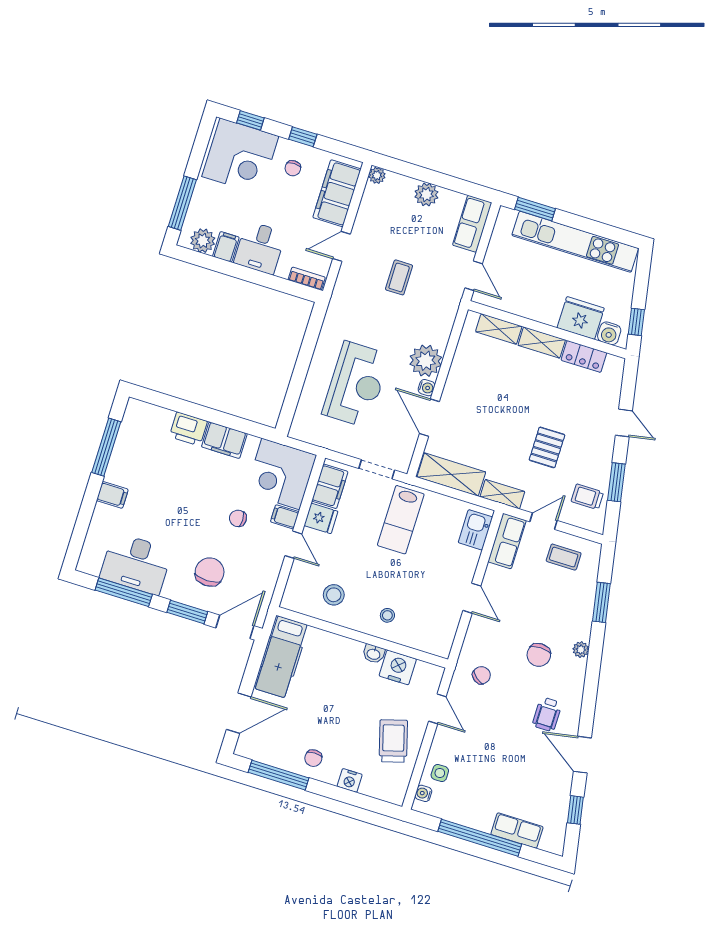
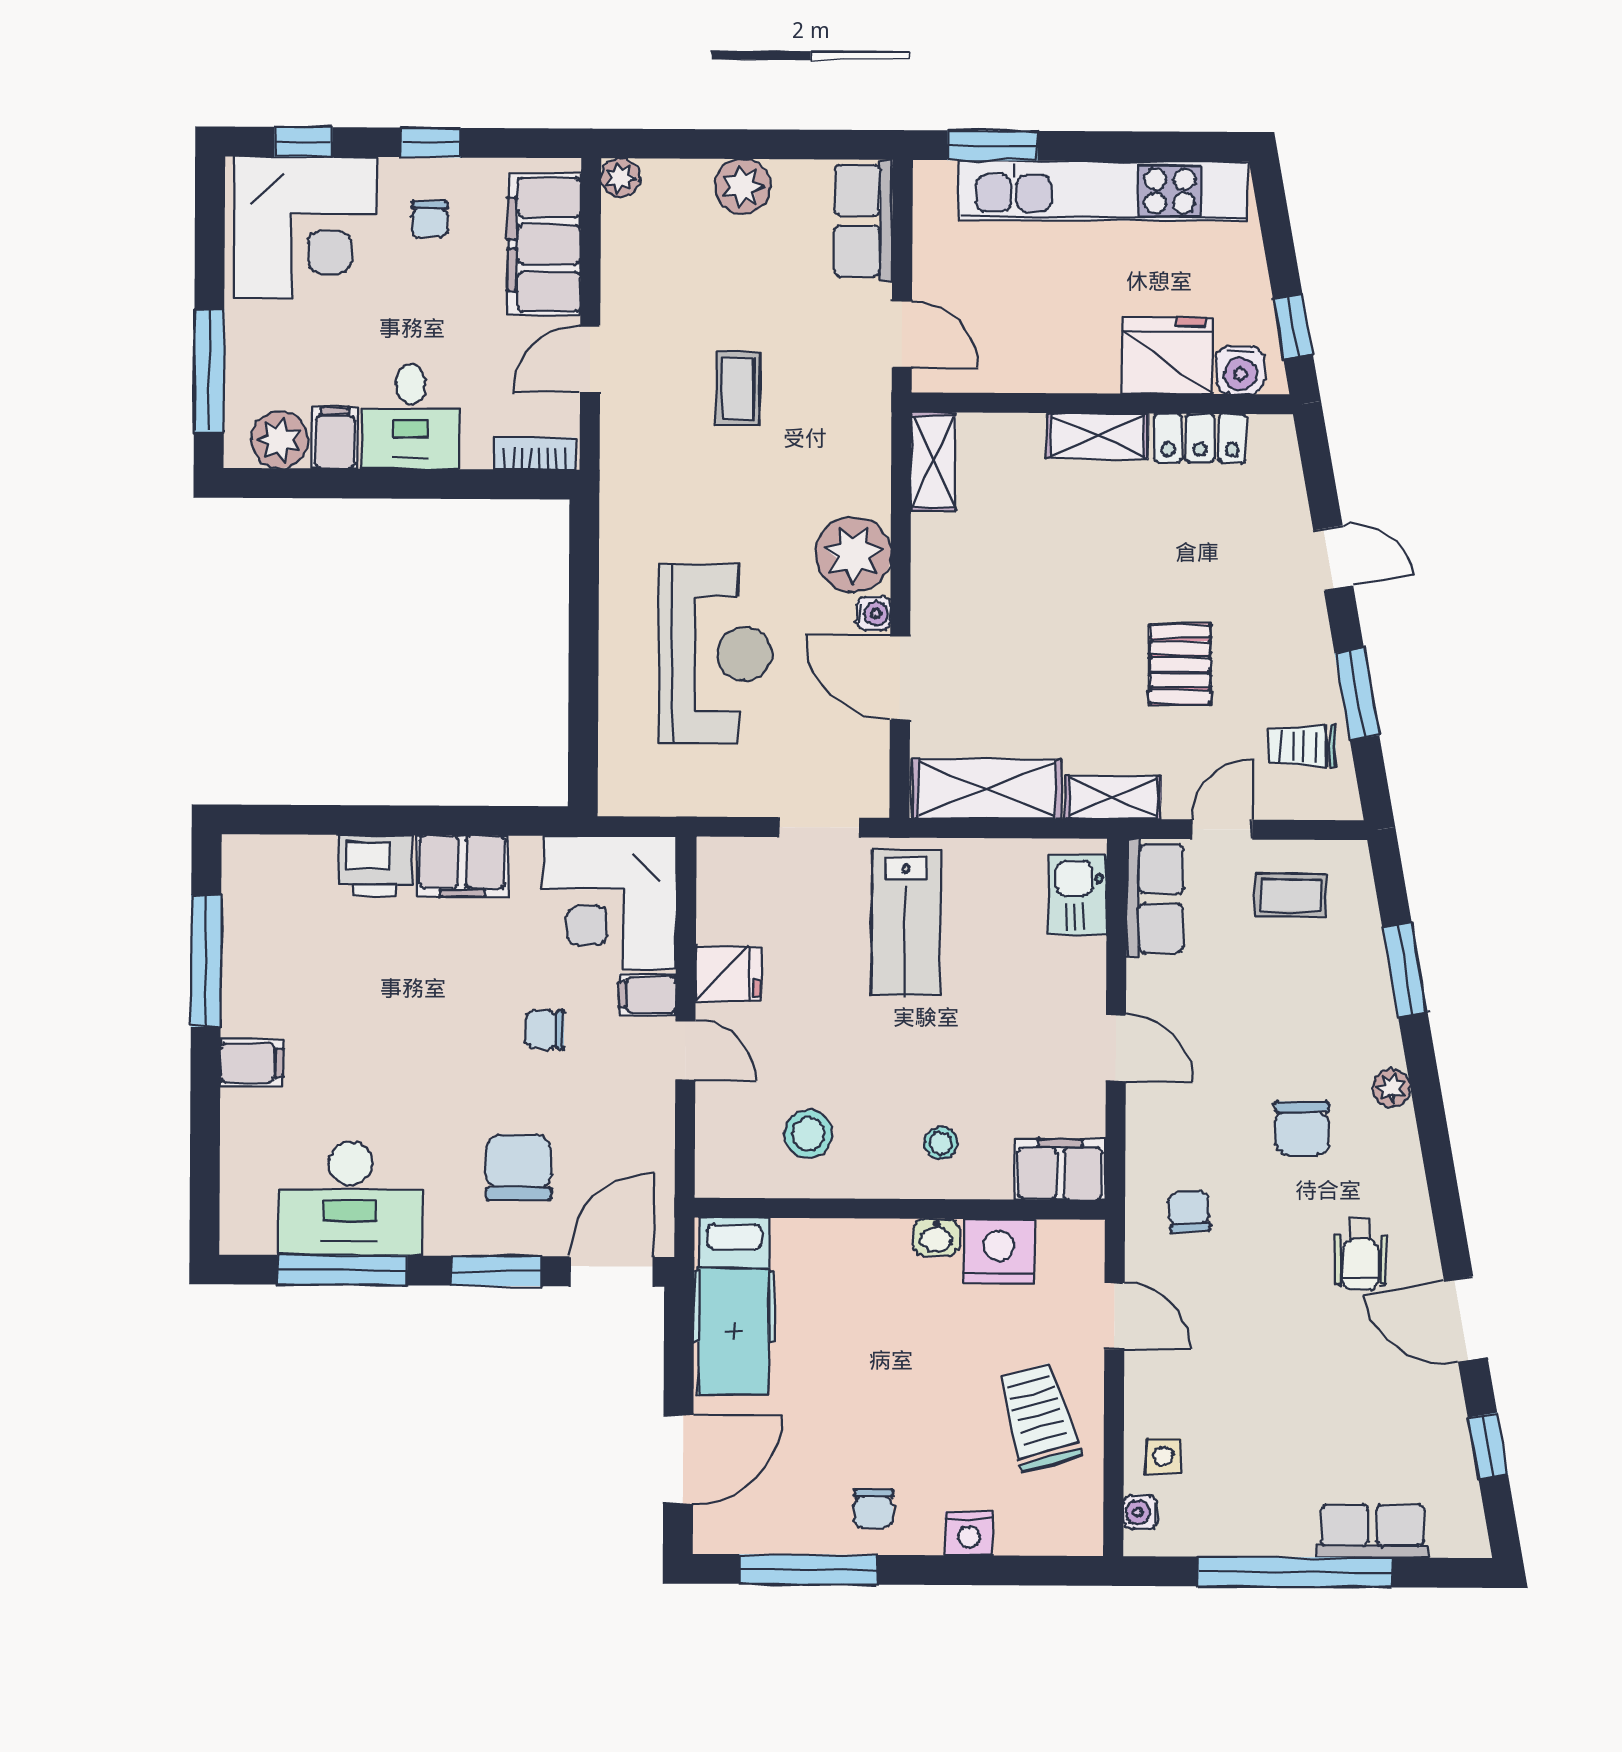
shelving: (499, 329) -> (933, 462), moved, turned 90
filing cabinet: (330, 486) -> (1060, 1169), moved, turned -90
chair: (481, 675) -> (1189, 1212), turned -42

